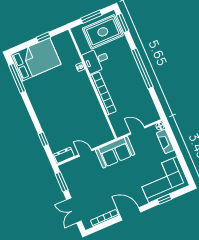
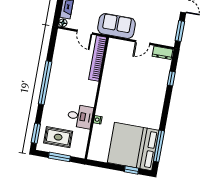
rug: (103, 32) -> (58, 137), width x0.73, depth x0.70
window: (44, 37) -> (132, 170), moved
bed: (36, 60) -> (133, 146), width x1.36
bookcase: (103, 93) -> (98, 58), moved
door: (85, 153) -> (143, 43), hinge flipped

